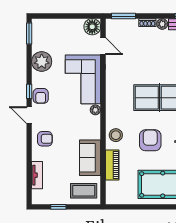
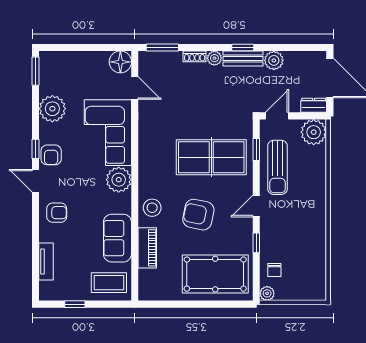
plant: (95, 110) -> (119, 180), width x1.87, depth x1.87
armchair: (150, 140) -> (198, 215), turned -78

